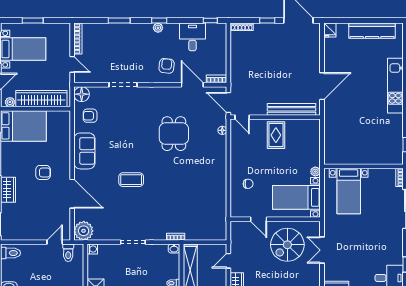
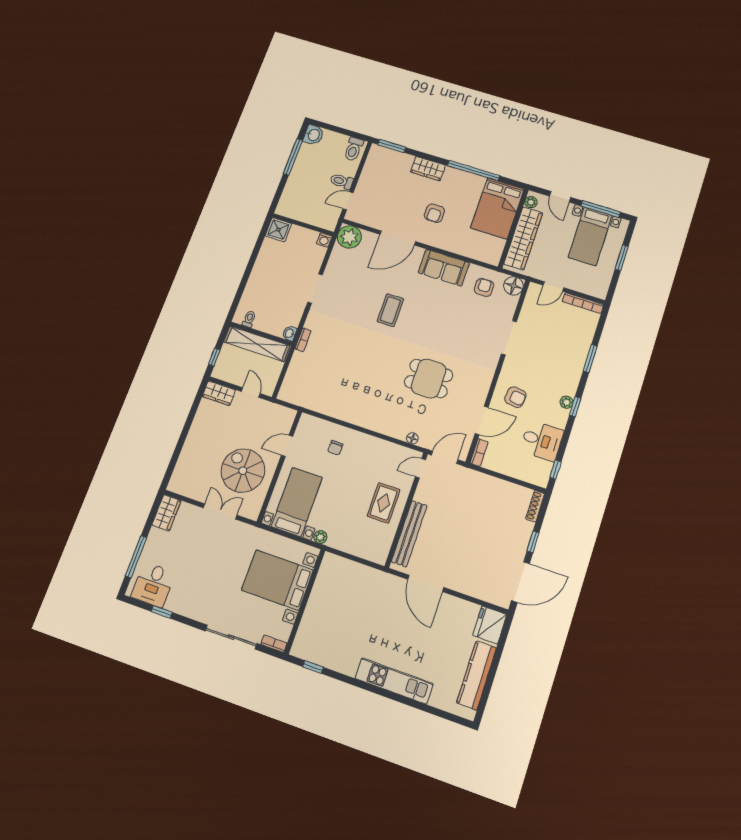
fridge: (330, 30) -> (490, 625), width x1.88, depth x1.34
rug: (276, 135) -> (384, 503), turned 90
bed with nightstands: (349, 191) -> (277, 580), width x1.36
door: (55, 242) -> (348, 201), swing flipped
toilet: (68, 253) -> (342, 181), moved

